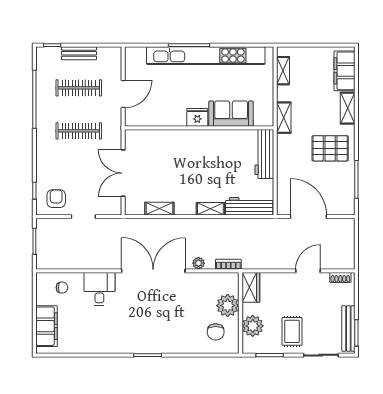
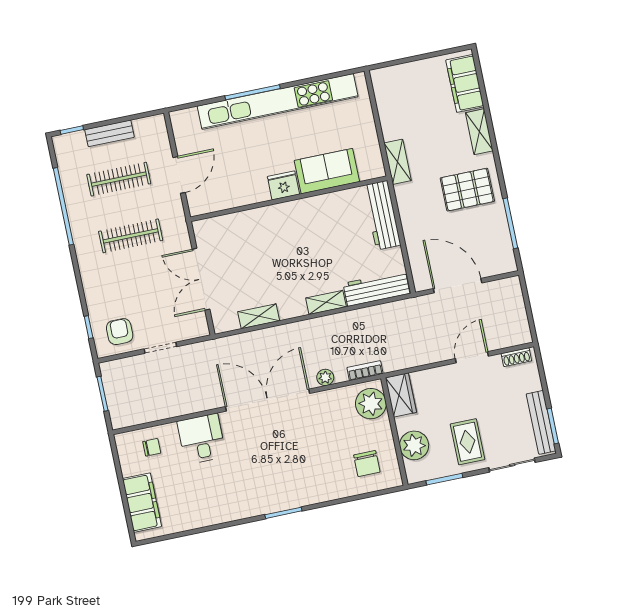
shelving: (283, 71) -> (384, 100), removed
plant: (228, 306) -> (371, 404), moved

